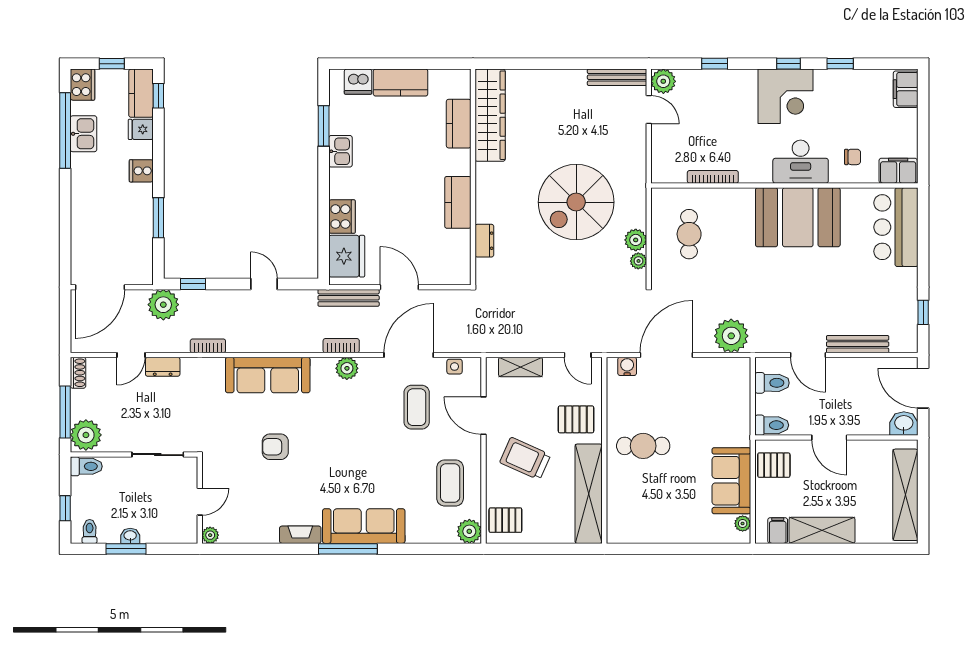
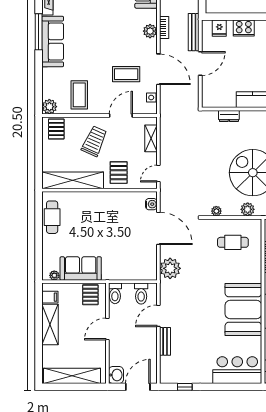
plant: (636, 240) -> (248, 209), moved
fridge: (347, 256) -> (219, 28), width x0.53, depth x0.75
bench: (858, 344) -> (165, 341), width x0.73
cafe table: (643, 446) -> (52, 217), moved
coffee table: (450, 483) -> (79, 95), turned 90

